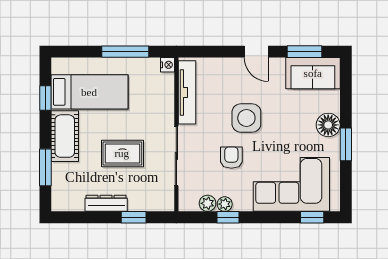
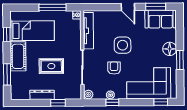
plant: (208, 203) -> (88, 95), moved

